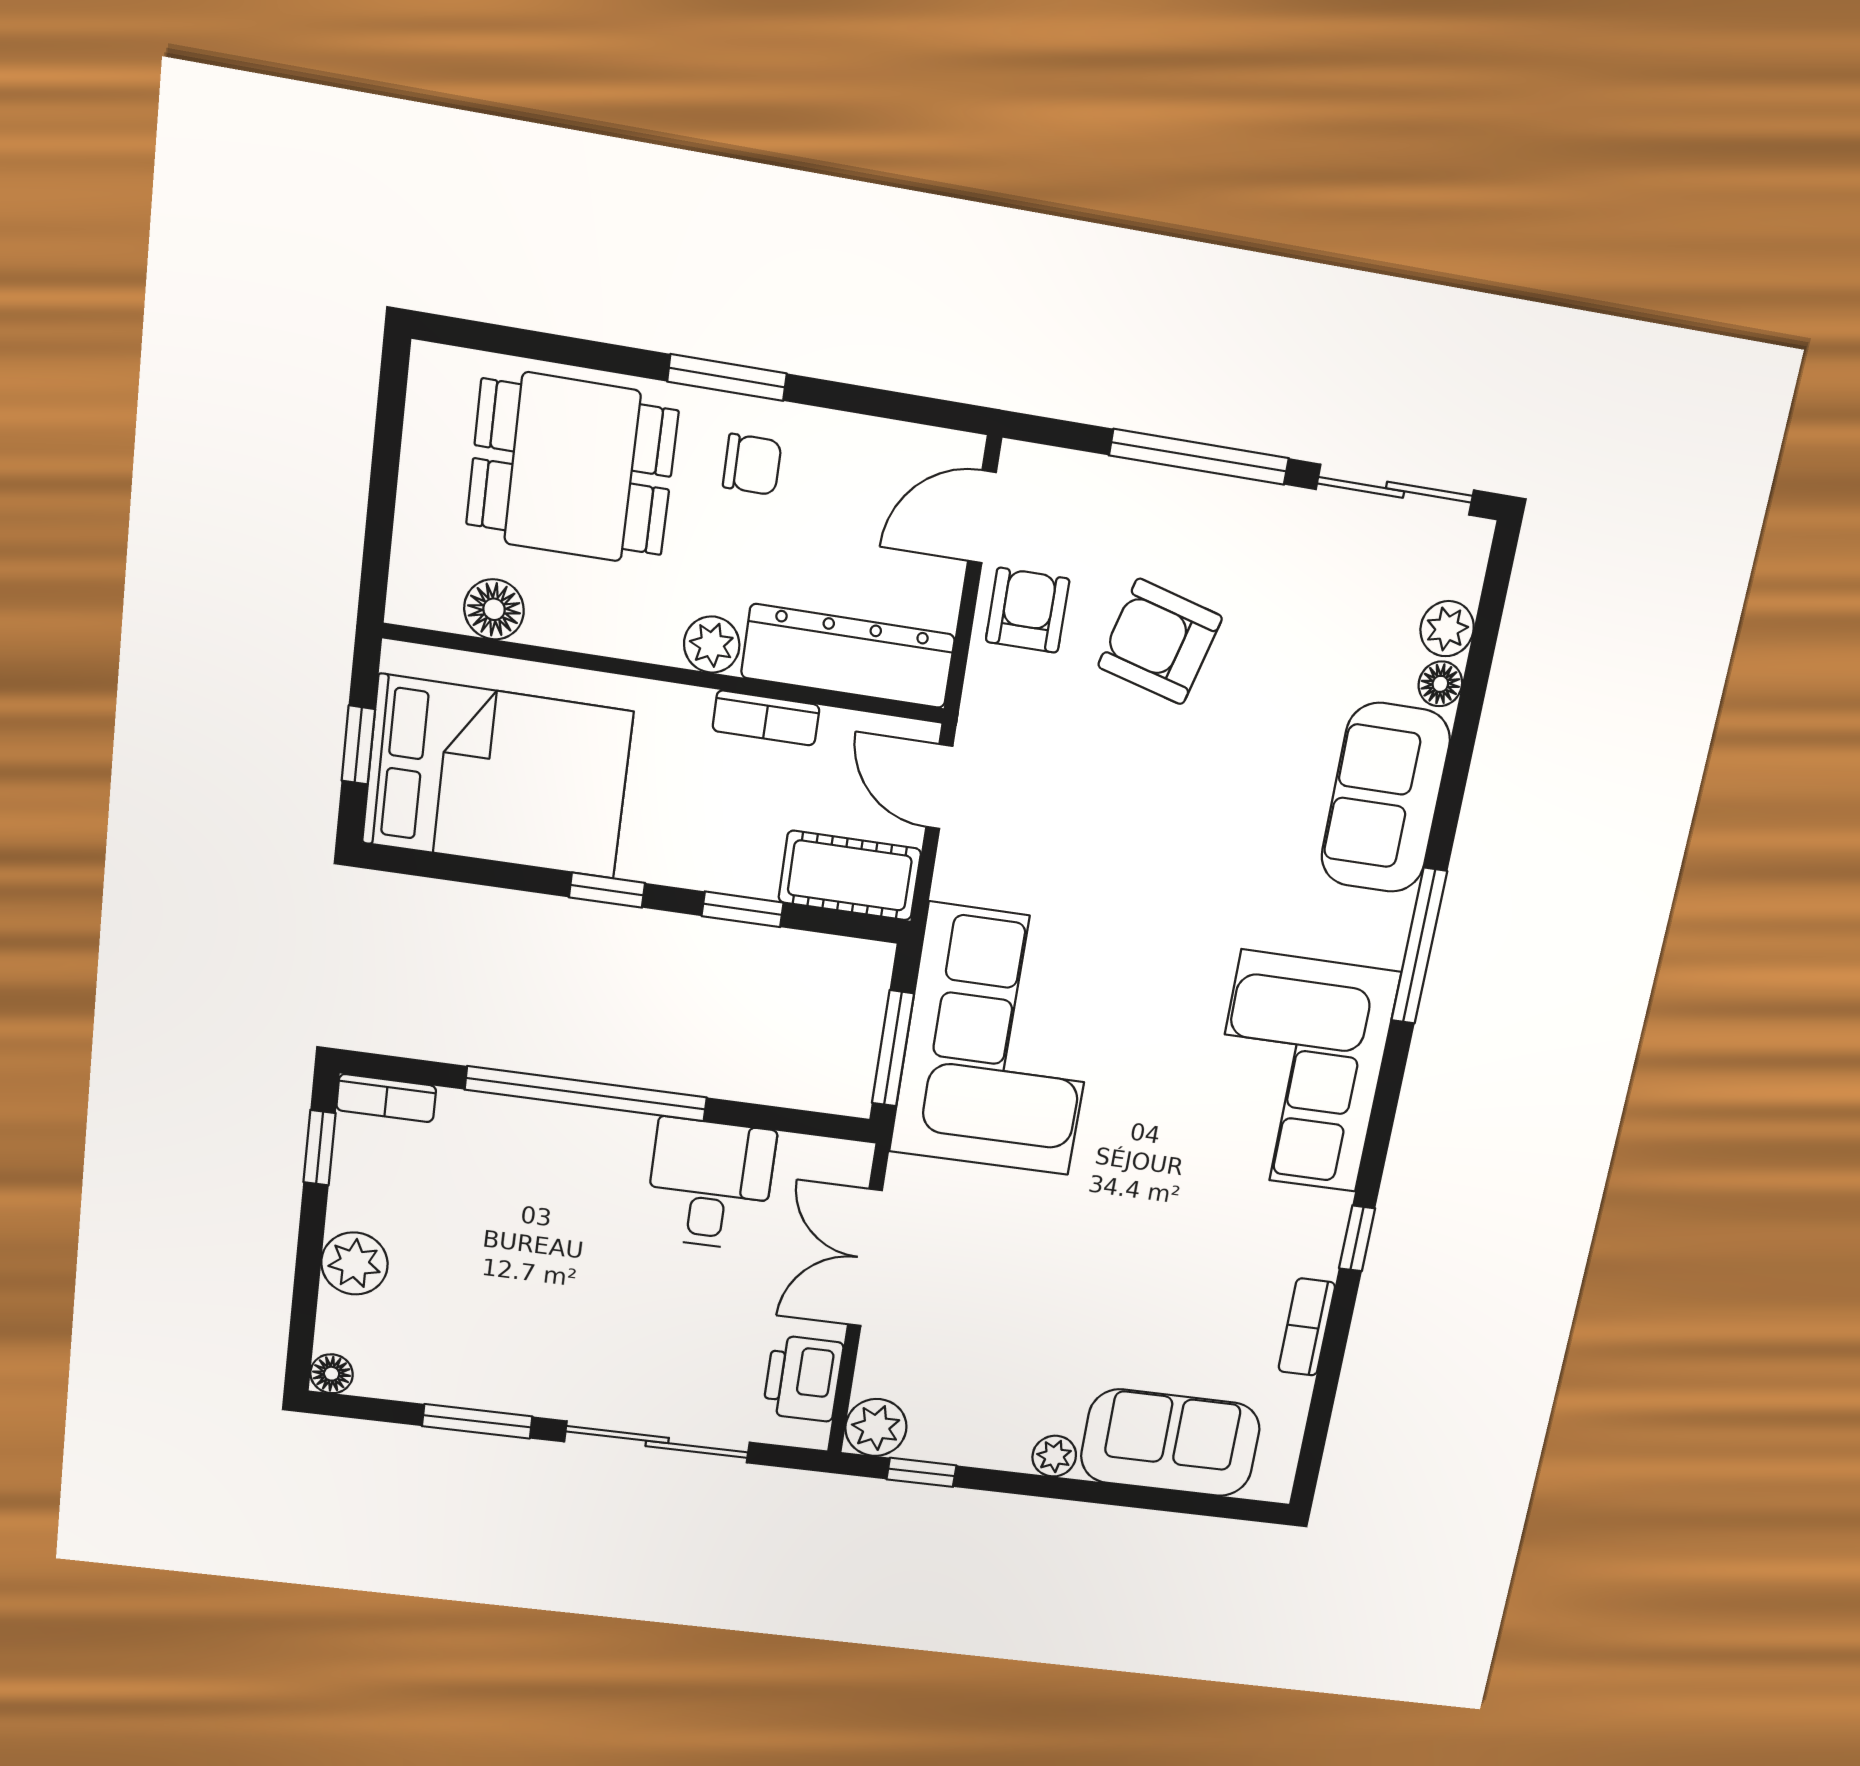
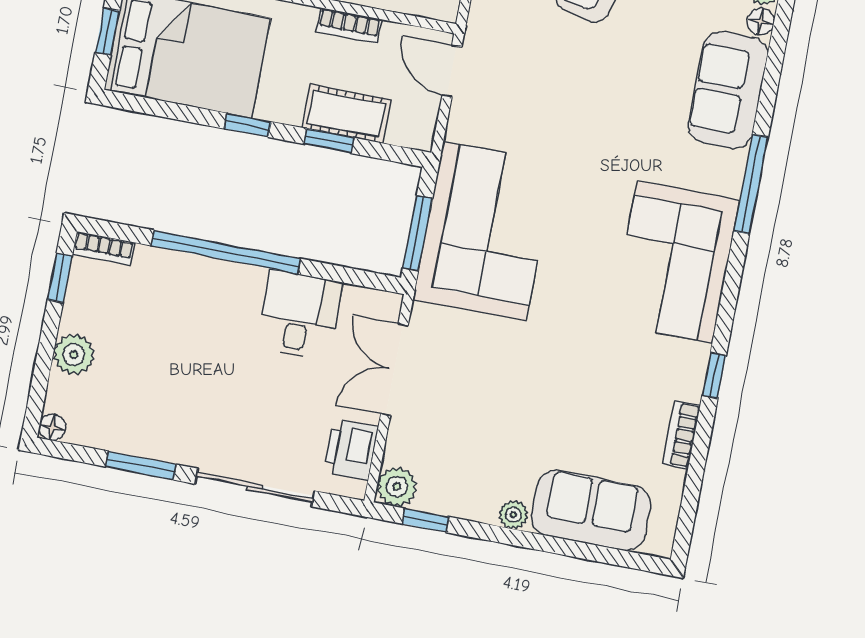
cot: (850, 875) -> (347, 114), moved

